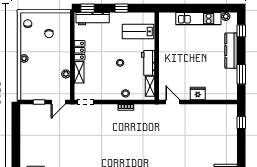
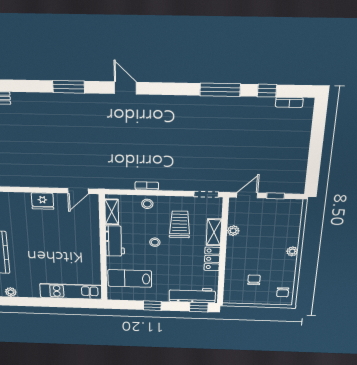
kitchen unit: (198, 19) -> (71, 291), moved
lab bench: (138, 31) -> (130, 279), turned 180
trolley: (103, 78) -> (180, 224), added
door: (173, 102) -> (78, 191), hinge flipped

